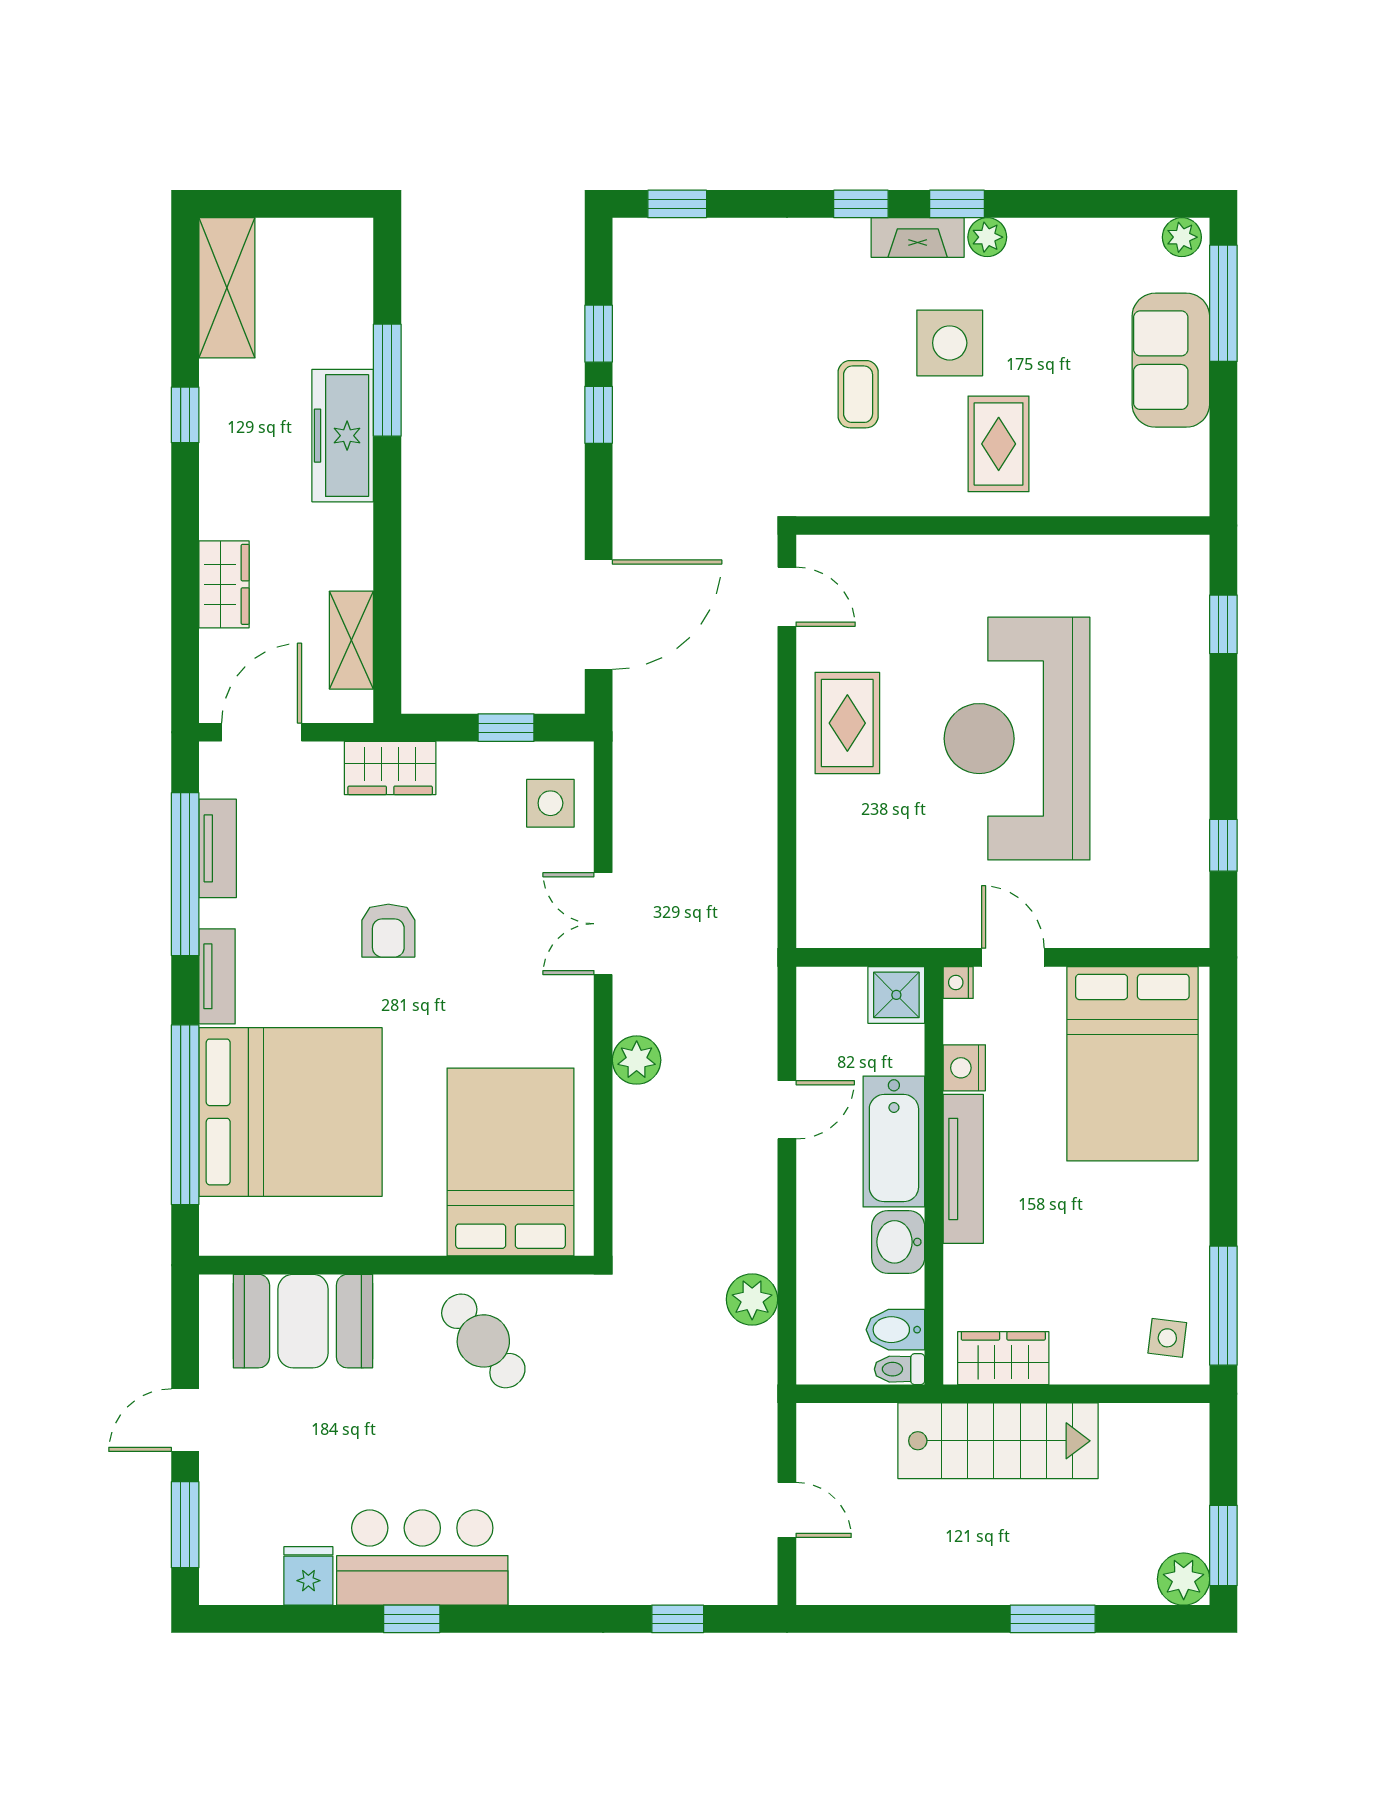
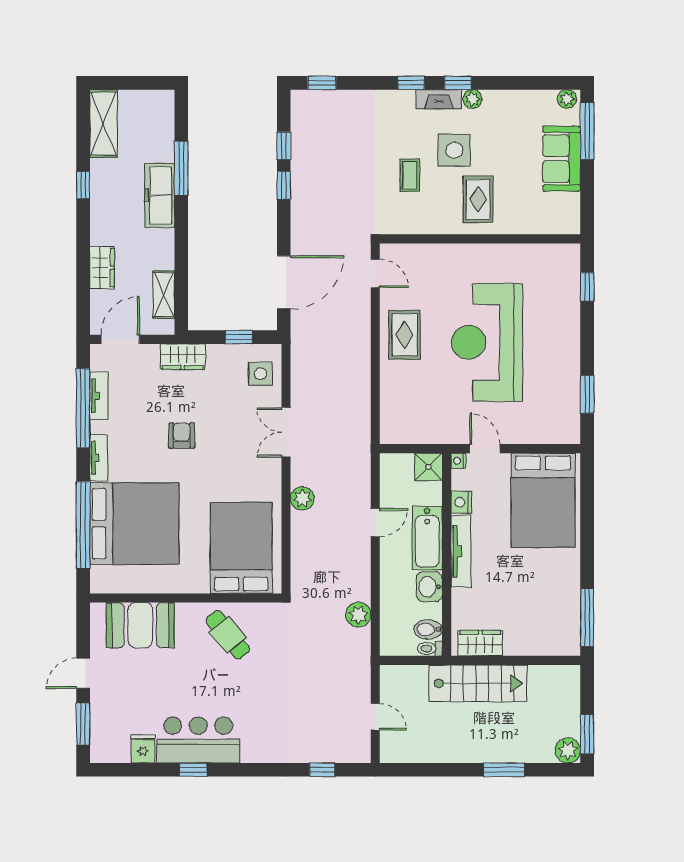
window: (1223, 845) -> (587, 394), width x1.50
armchair: (388, 931) -> (182, 436), turned 180
side table: (1167, 1338) -> (560, 633), removed

